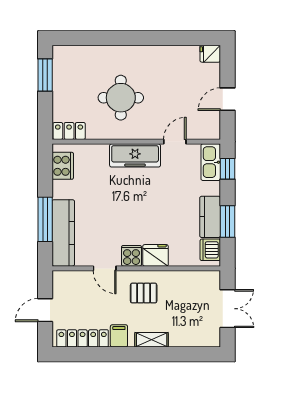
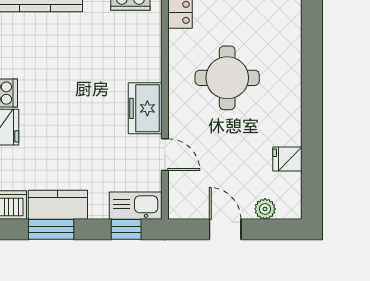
fridge: (210, 54) -> (287, 159), moved, turned -90
plant: (213, 71) -> (265, 209), added
freezer: (135, 155) -> (145, 108), width x0.71

